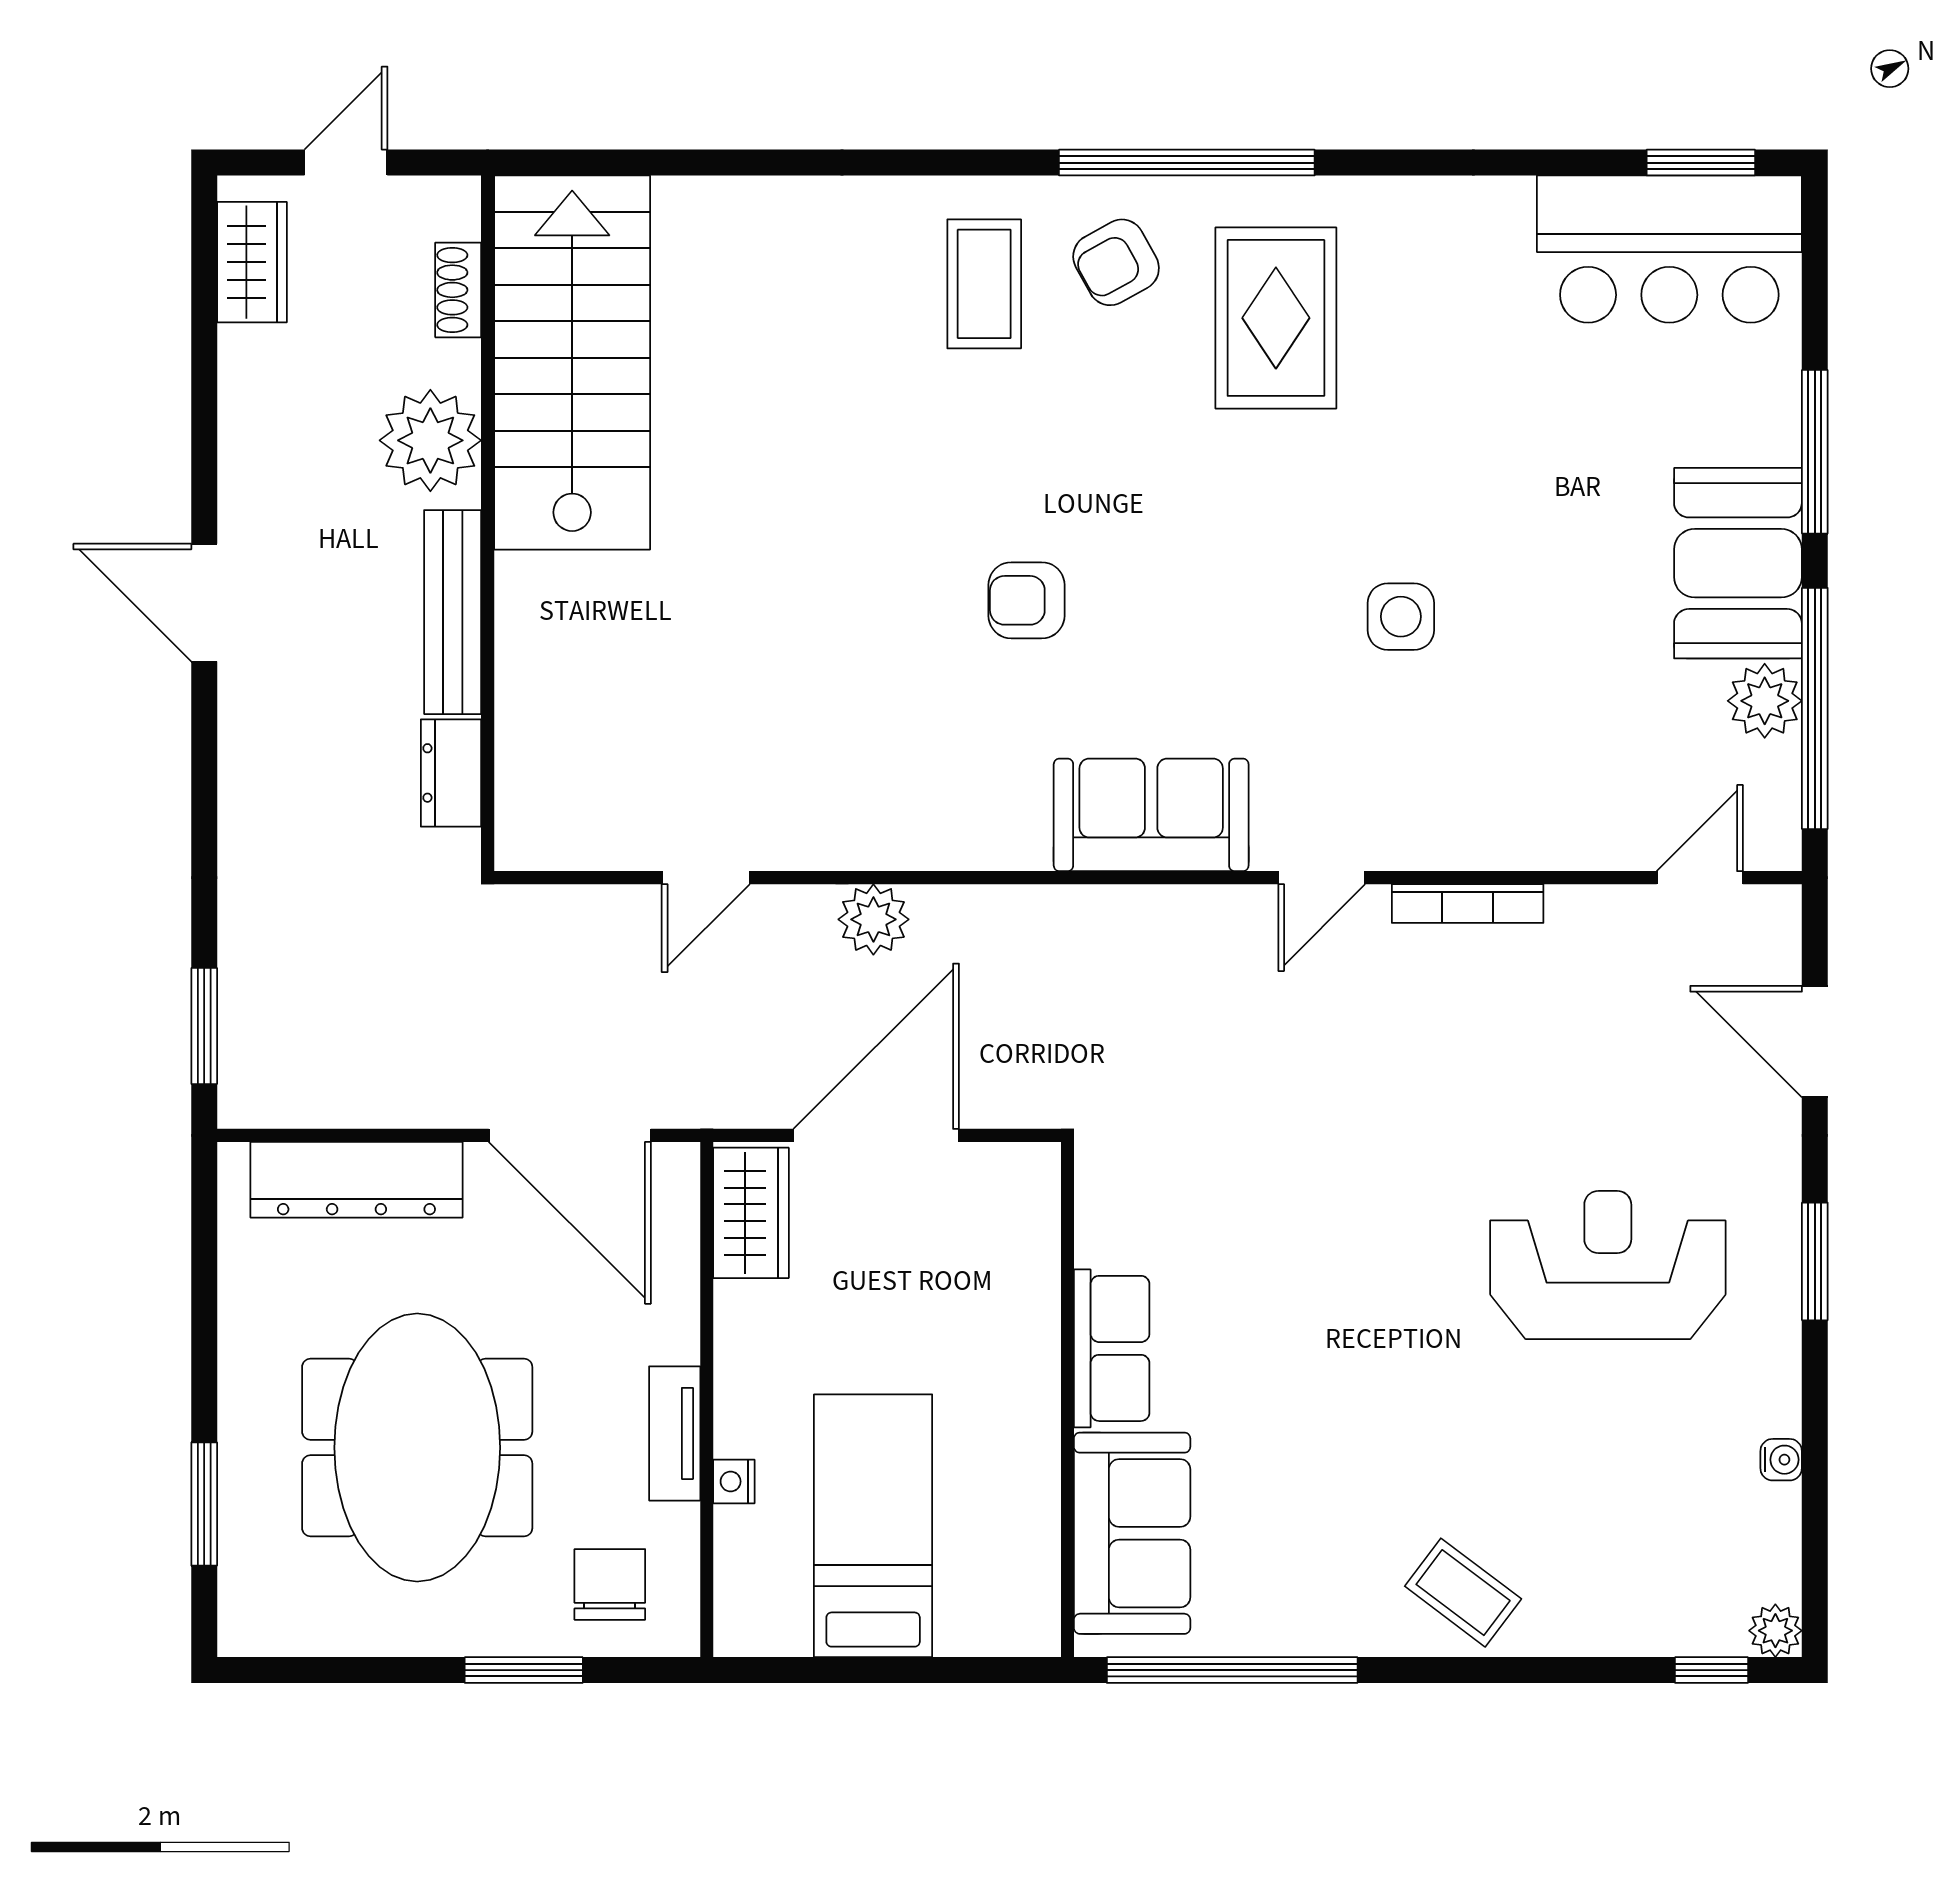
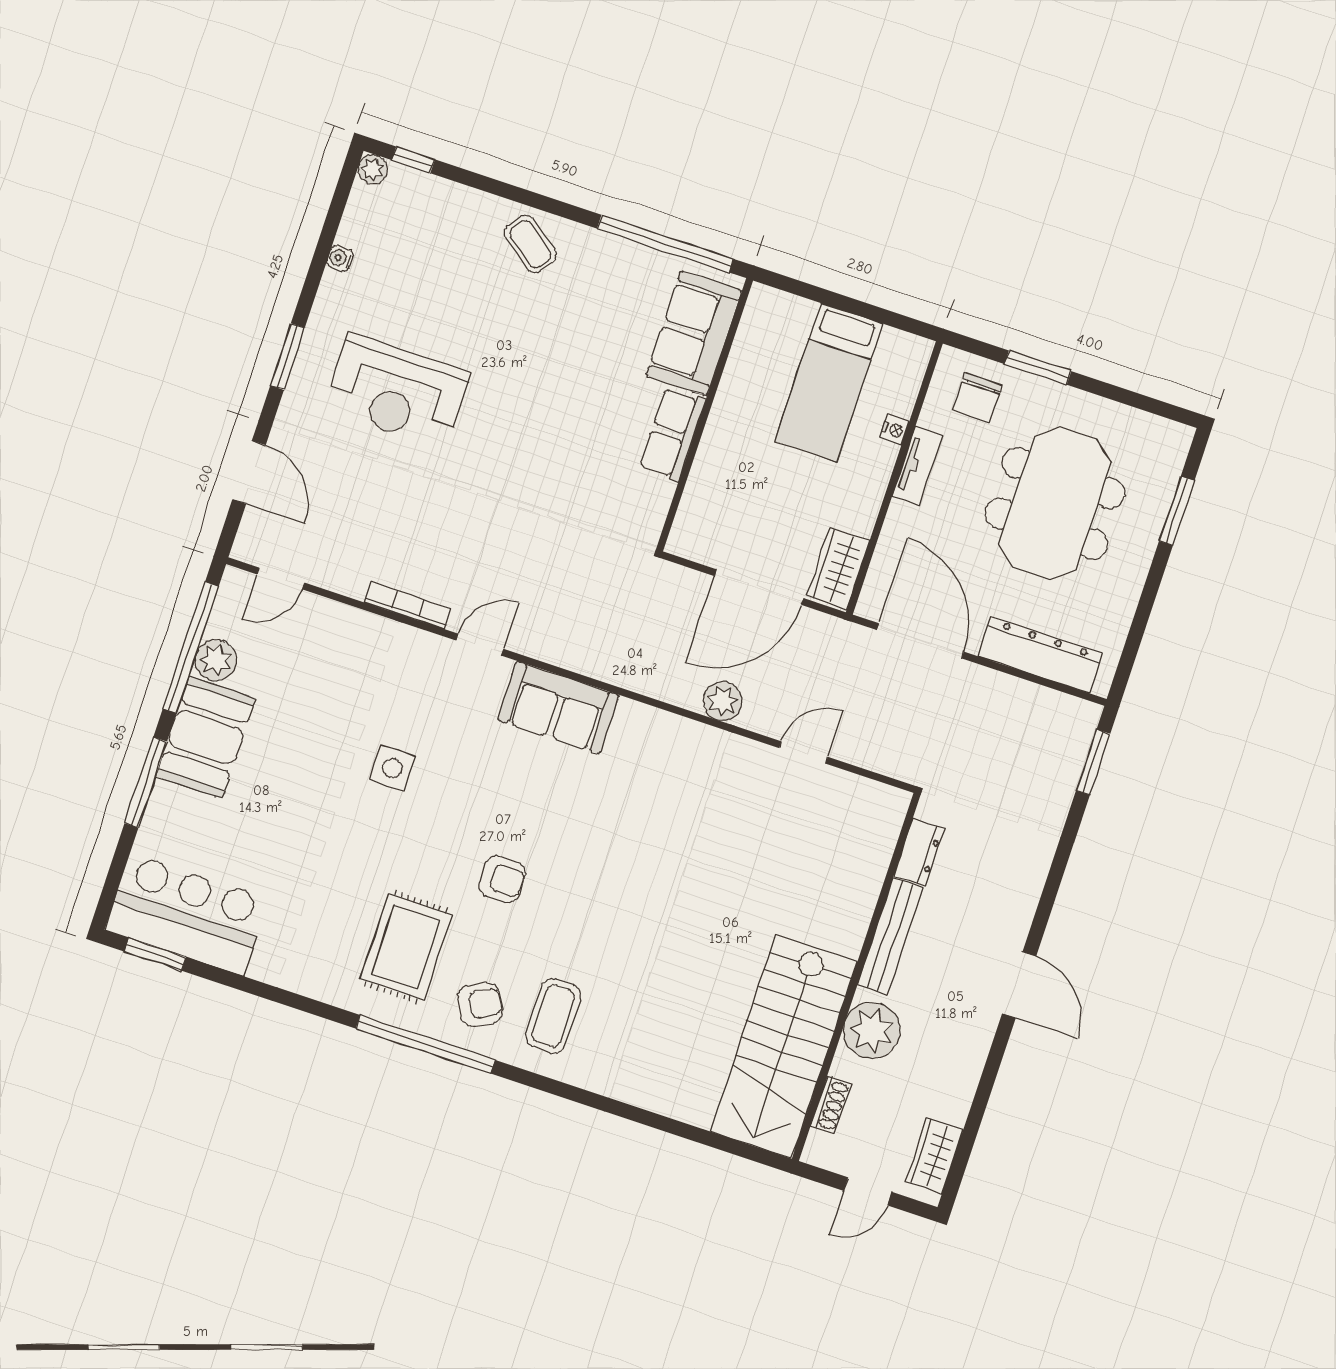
armchair: (1026, 600) -> (502, 879), moved

